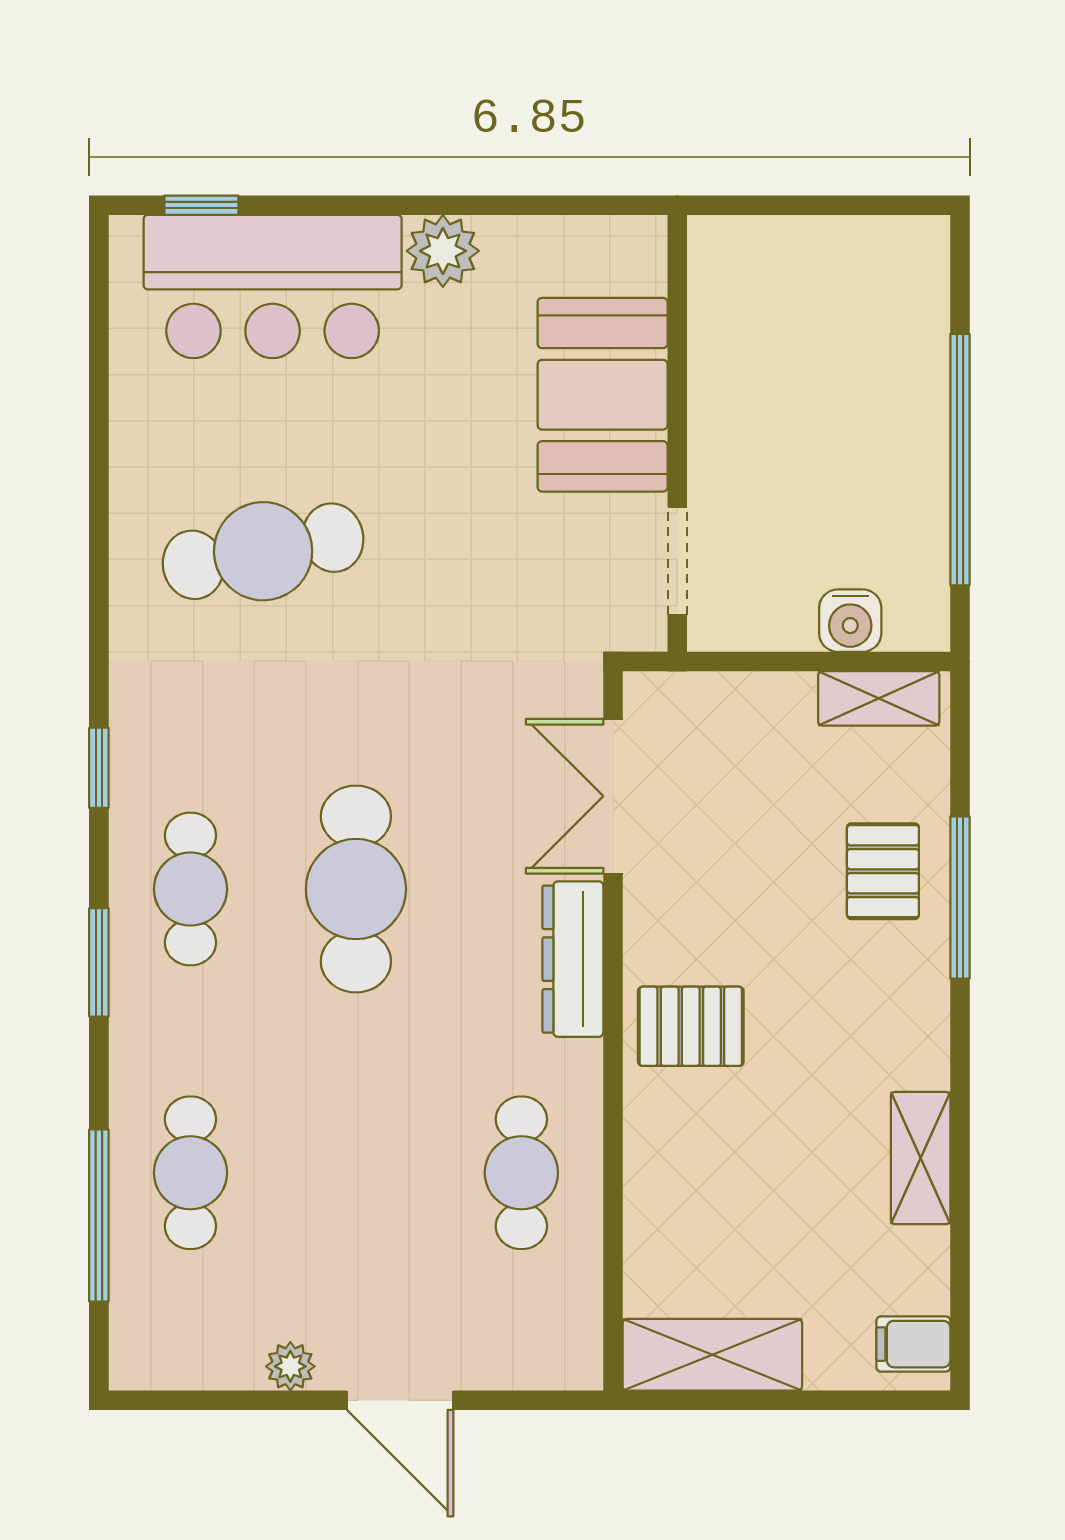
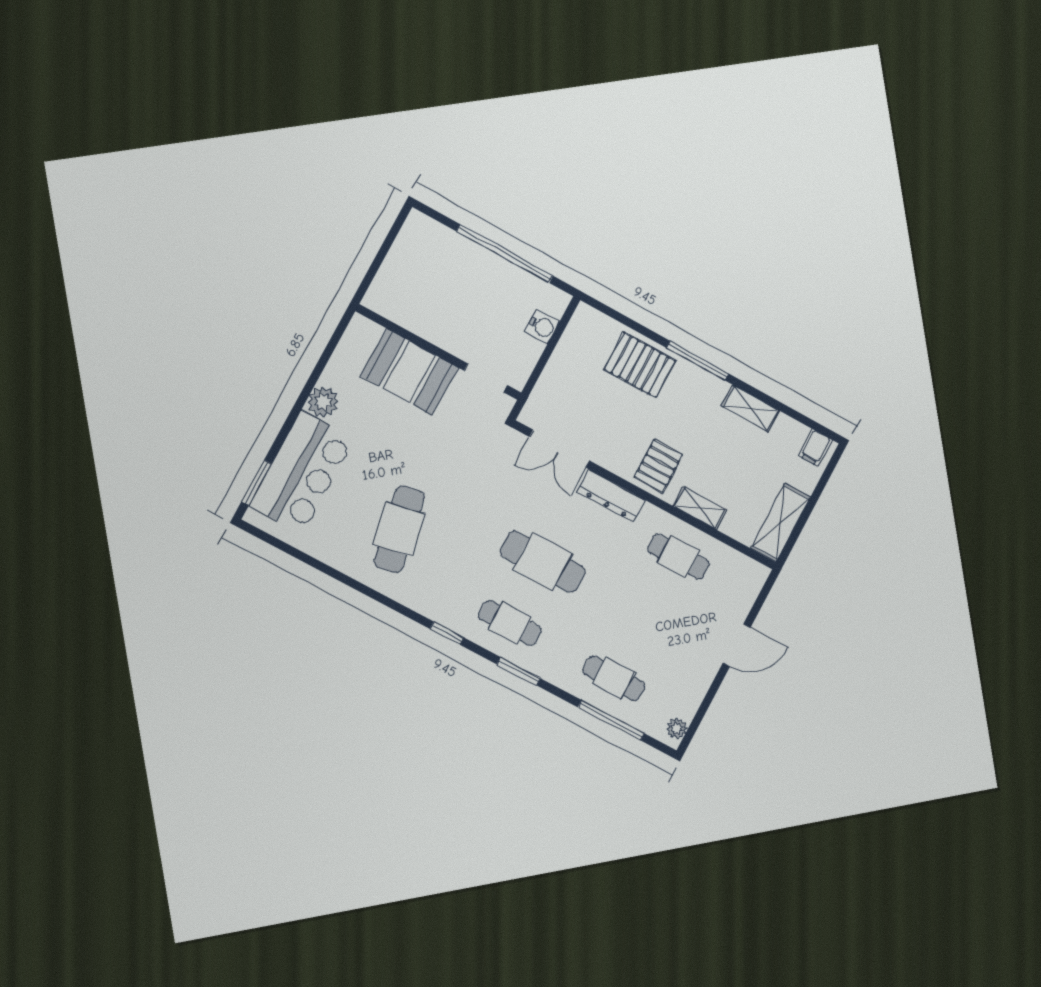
window: (201, 205) -> (256, 483), width x1.50
shelving: (879, 698) -> (700, 508), moved, turned 90
pallet: (883, 871) -> (640, 365), width x1.50, depth x1.42
window: (960, 898) -> (698, 361), moved
plant: (290, 1366) -> (677, 728), moved

